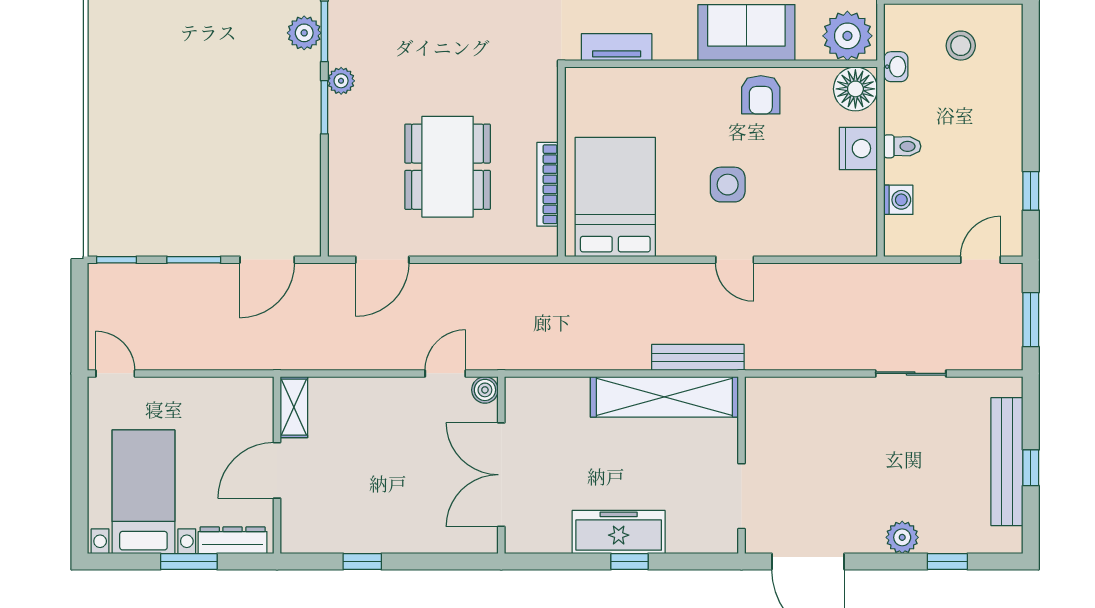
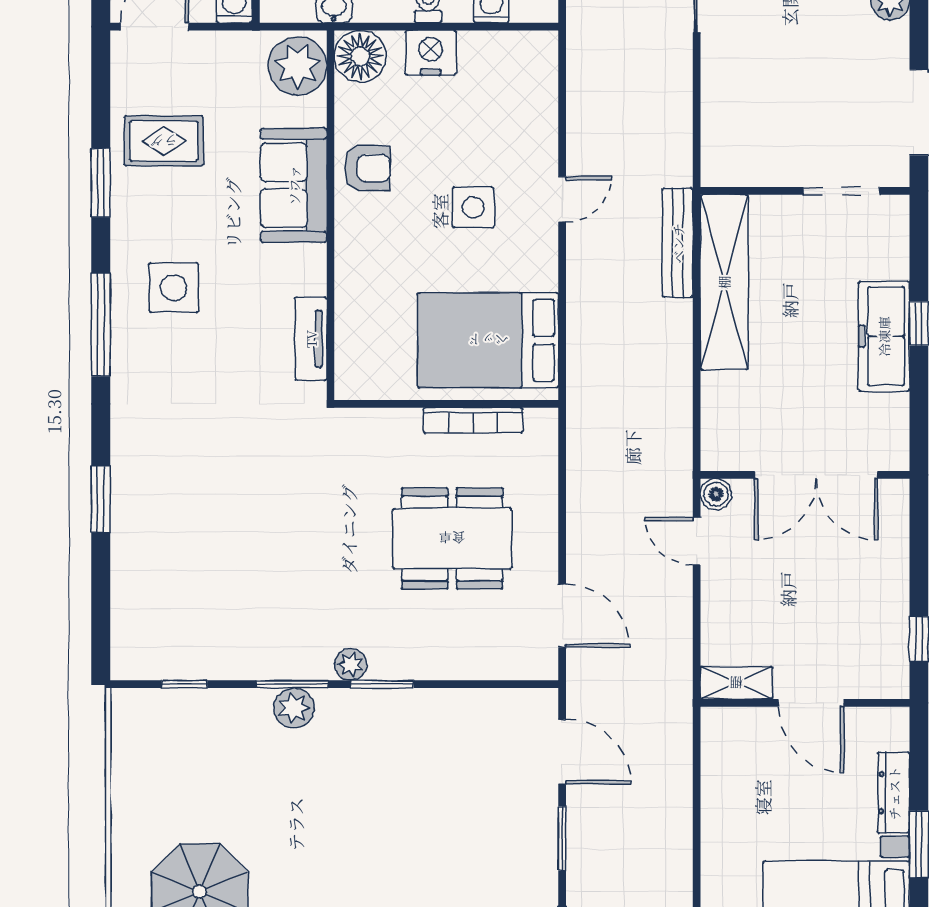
shelving: (294, 407) -> (736, 683), moved
wall: (277, 465) -> (805, 703), moved
door: (277, 470) -> (811, 703), moved

